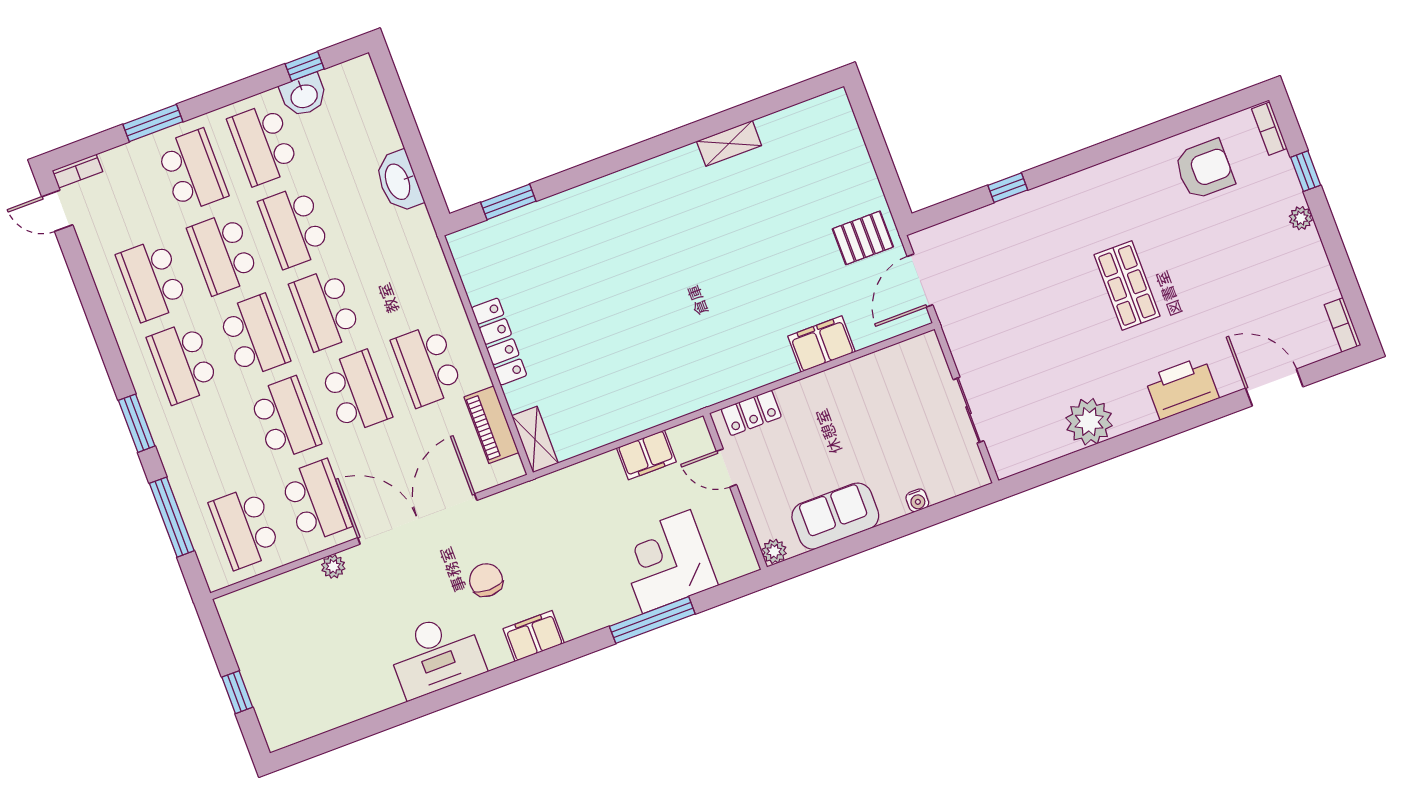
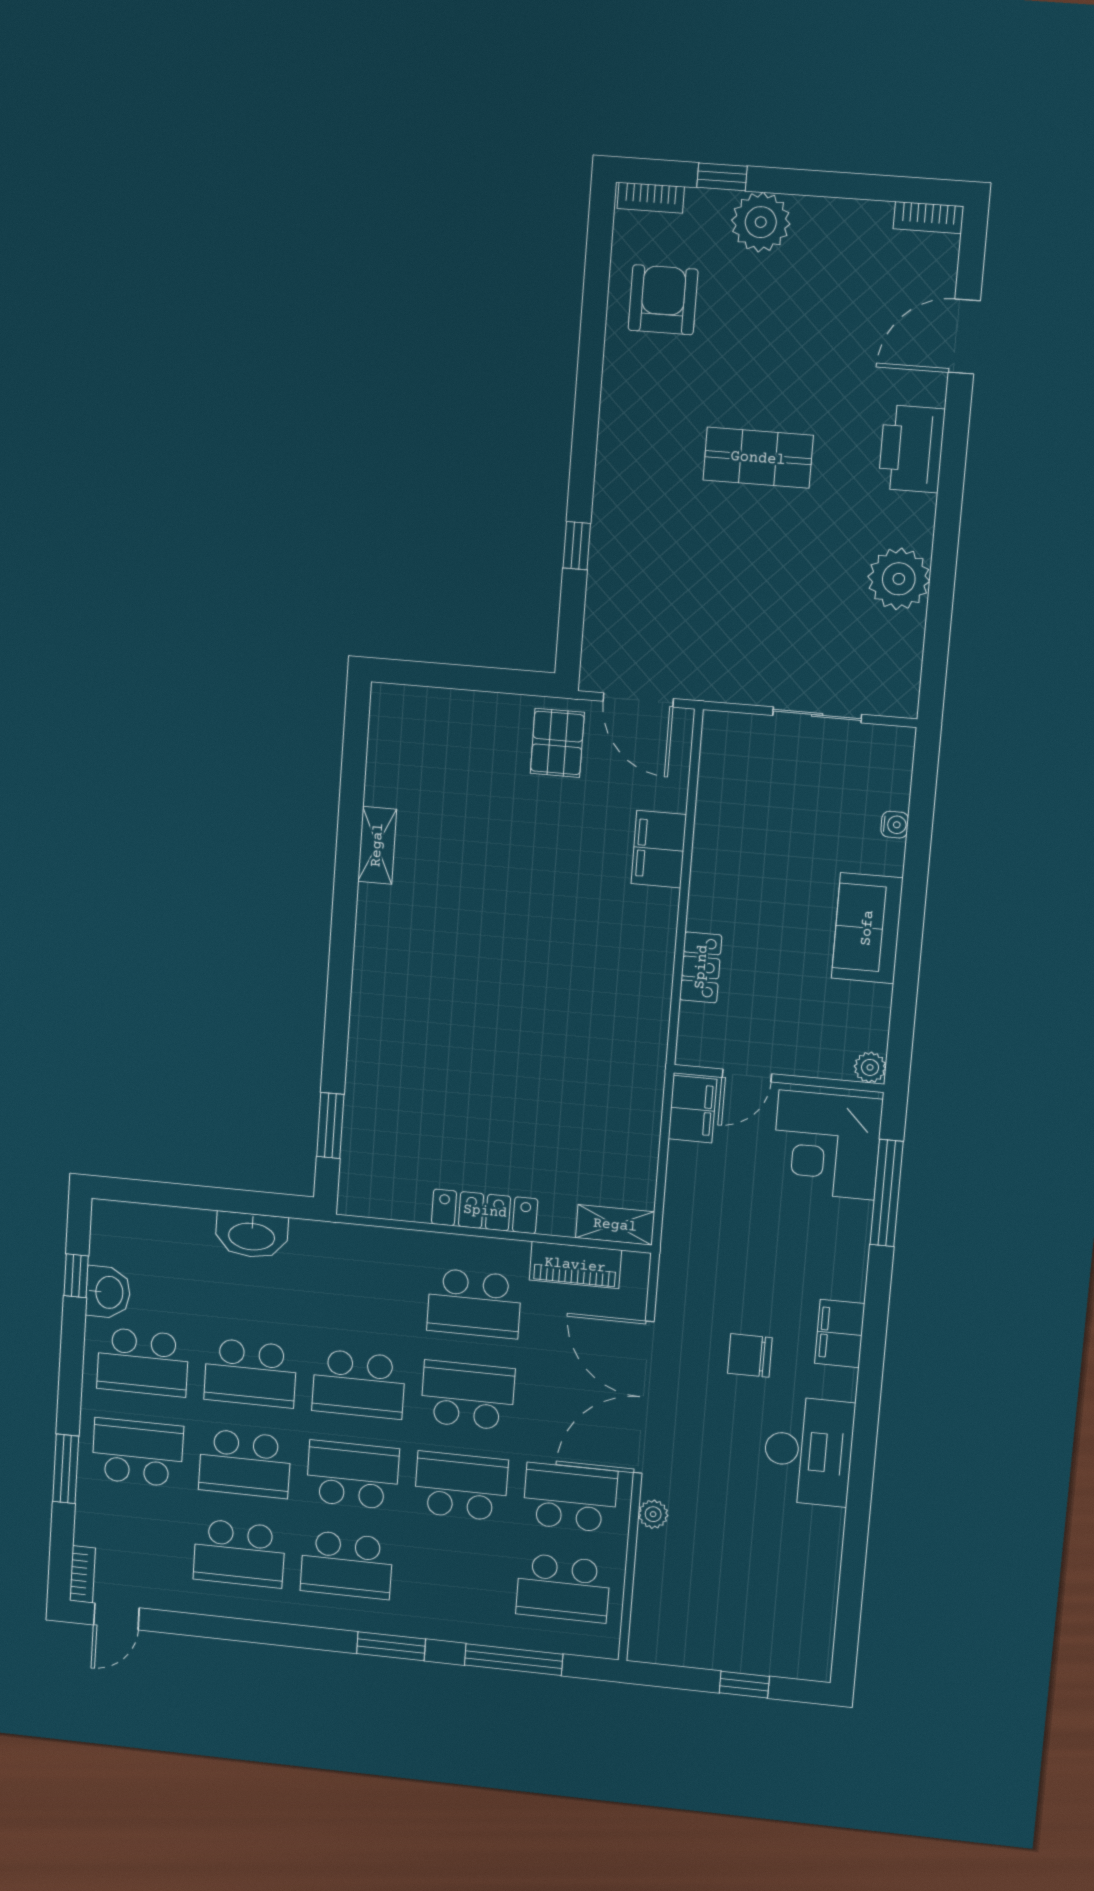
plant: (1301, 218) -> (761, 222), width x1.88, depth x1.88
door: (726, 468) -> (747, 1076), moved
wall: (735, 491) -> (779, 1078), moved
plant: (774, 551) -> (870, 1067), moved

